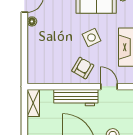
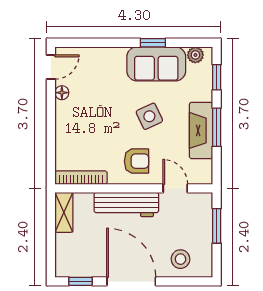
armchair: (83, 68) -> (137, 161), turned 60
bookcase: (45, 79) -> (81, 178), added

